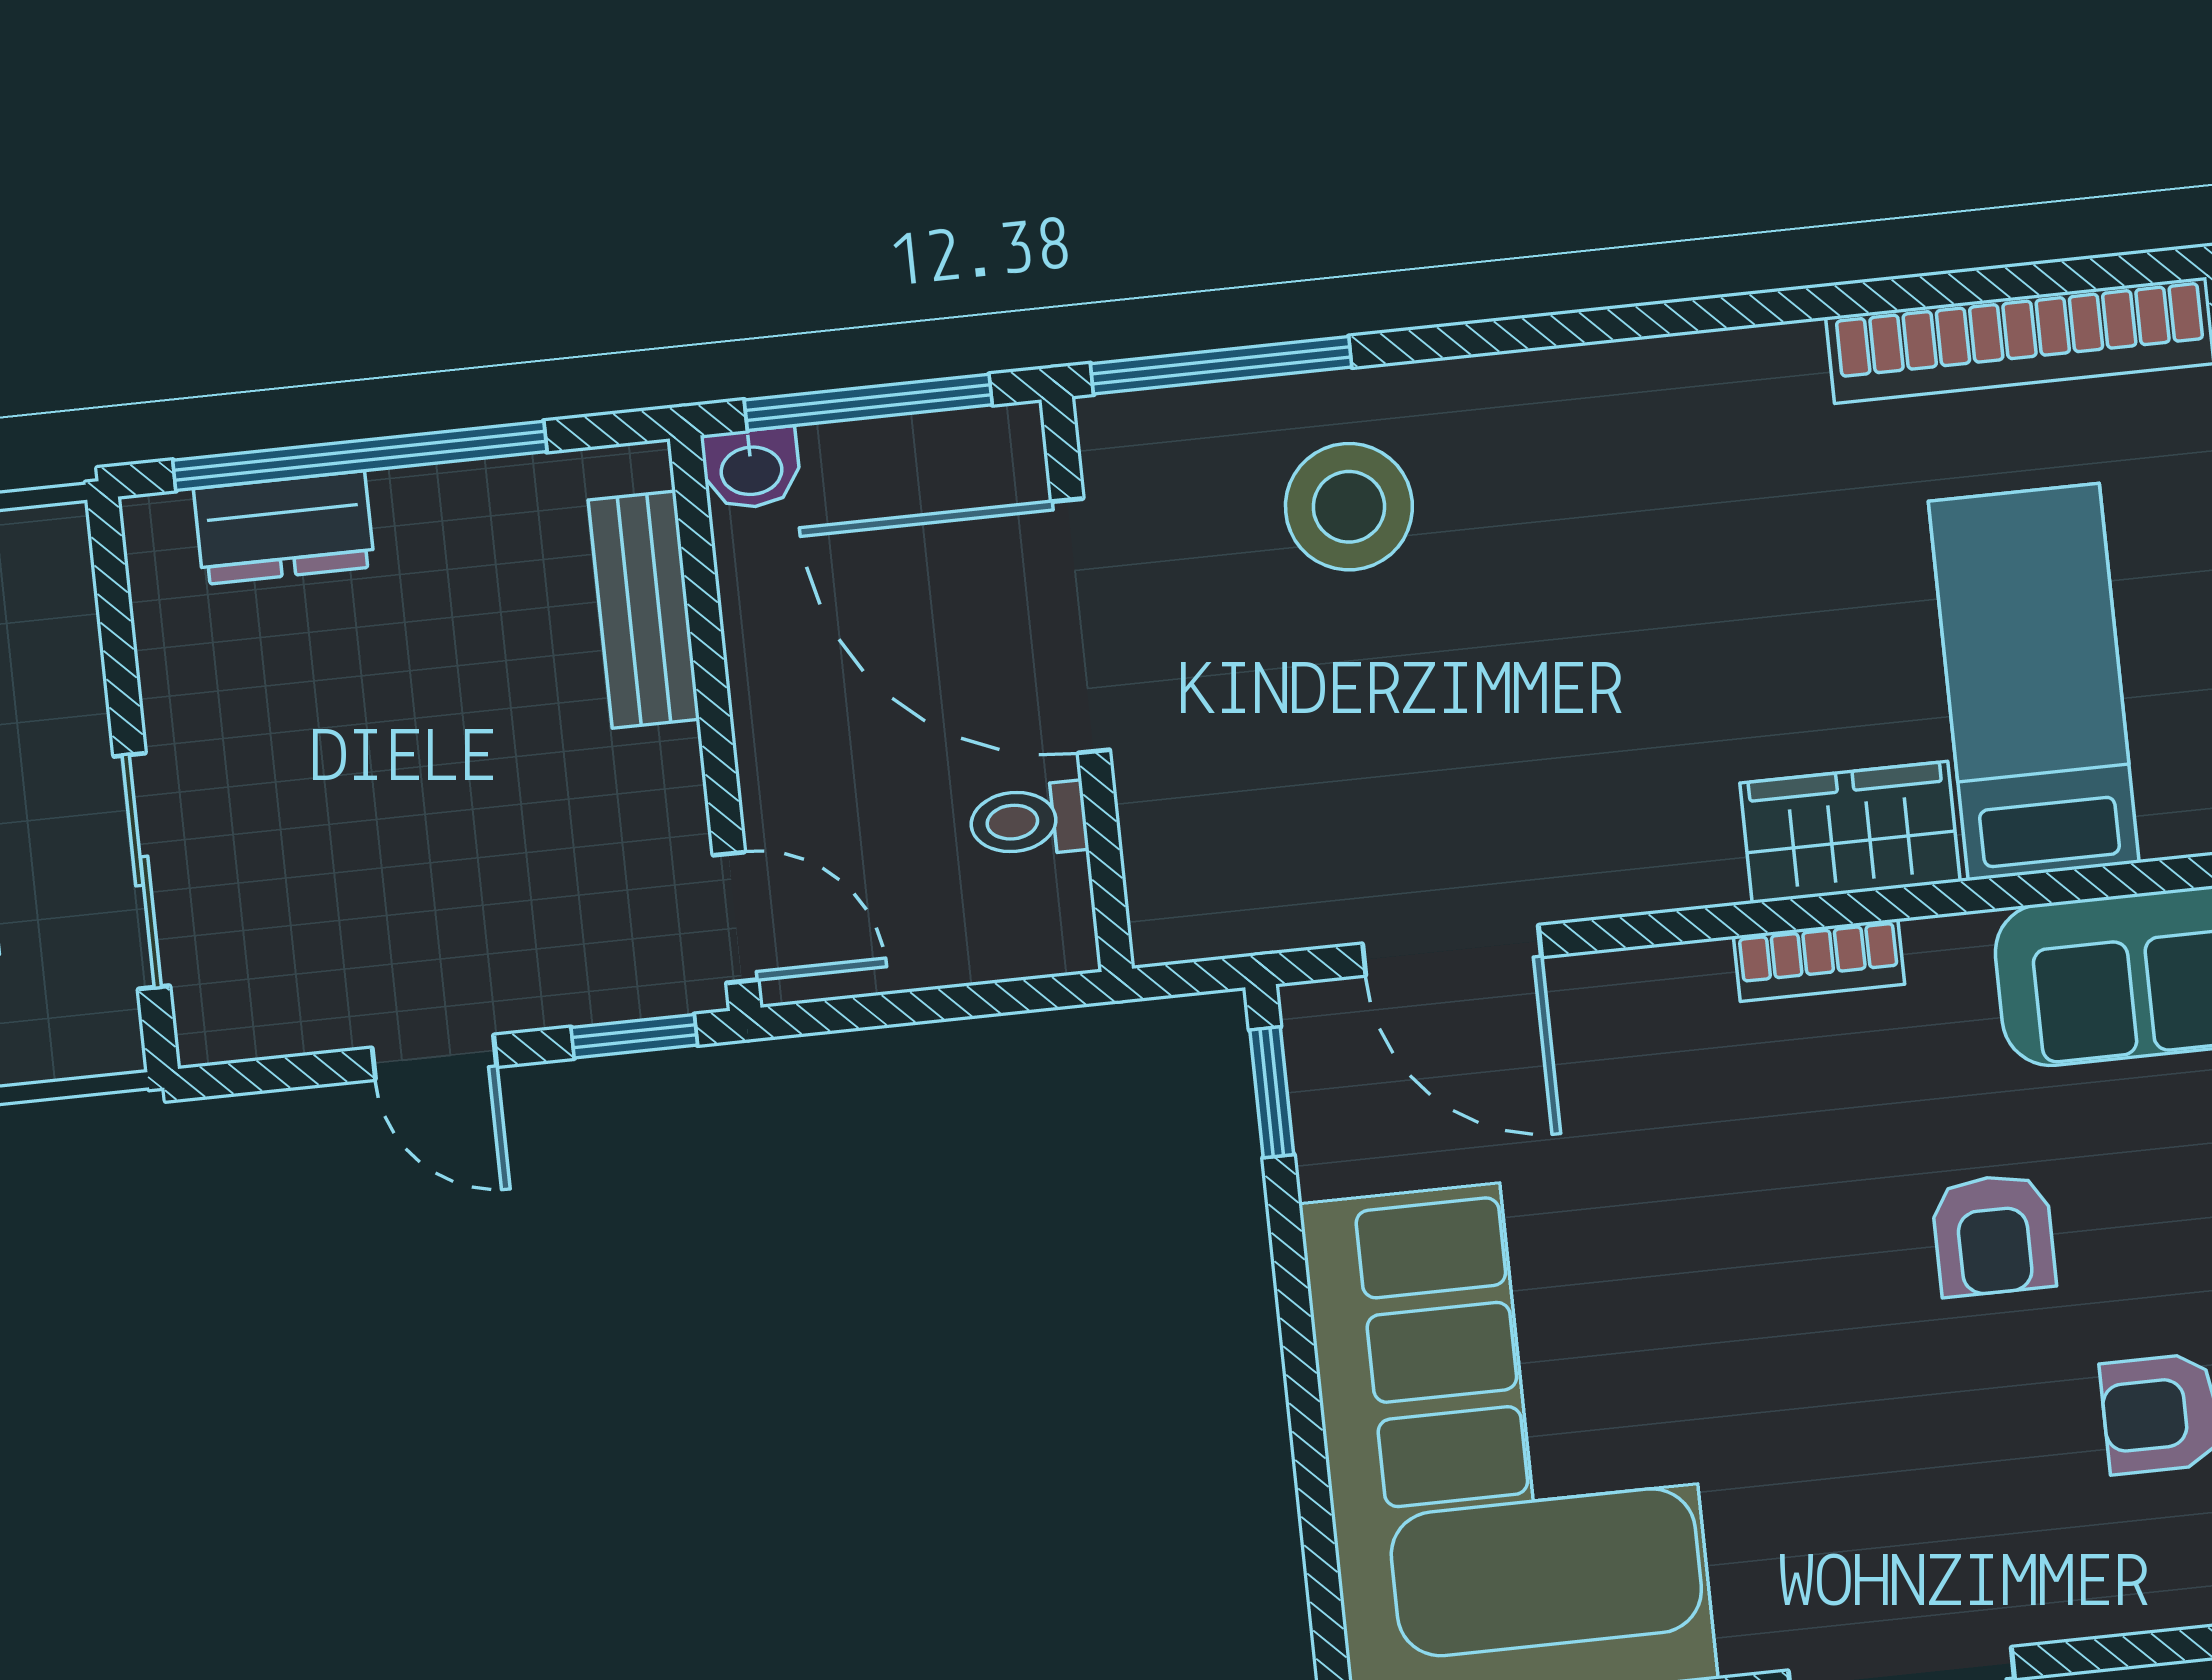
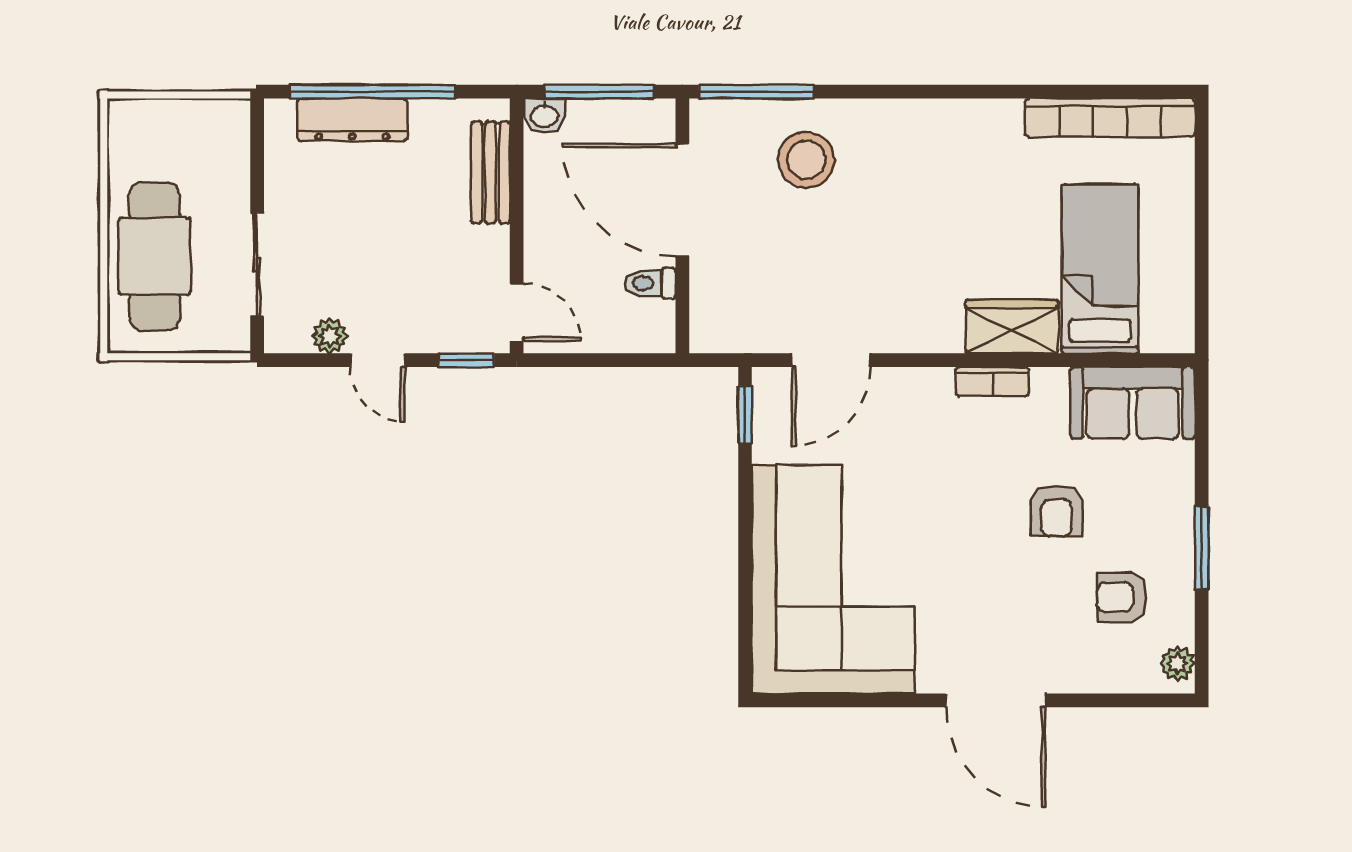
dresser: (284, 528) -> (352, 120), width x1.44
door: (1452, 950) -> (831, 360), hinge flipped
plant: (321, 1015) -> (330, 336), added

